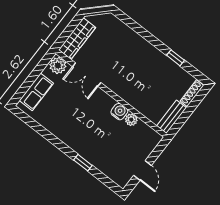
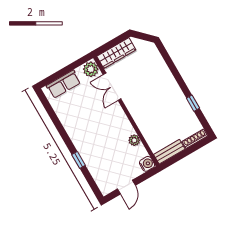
water cooler: (119, 112) -> (147, 164), moved

